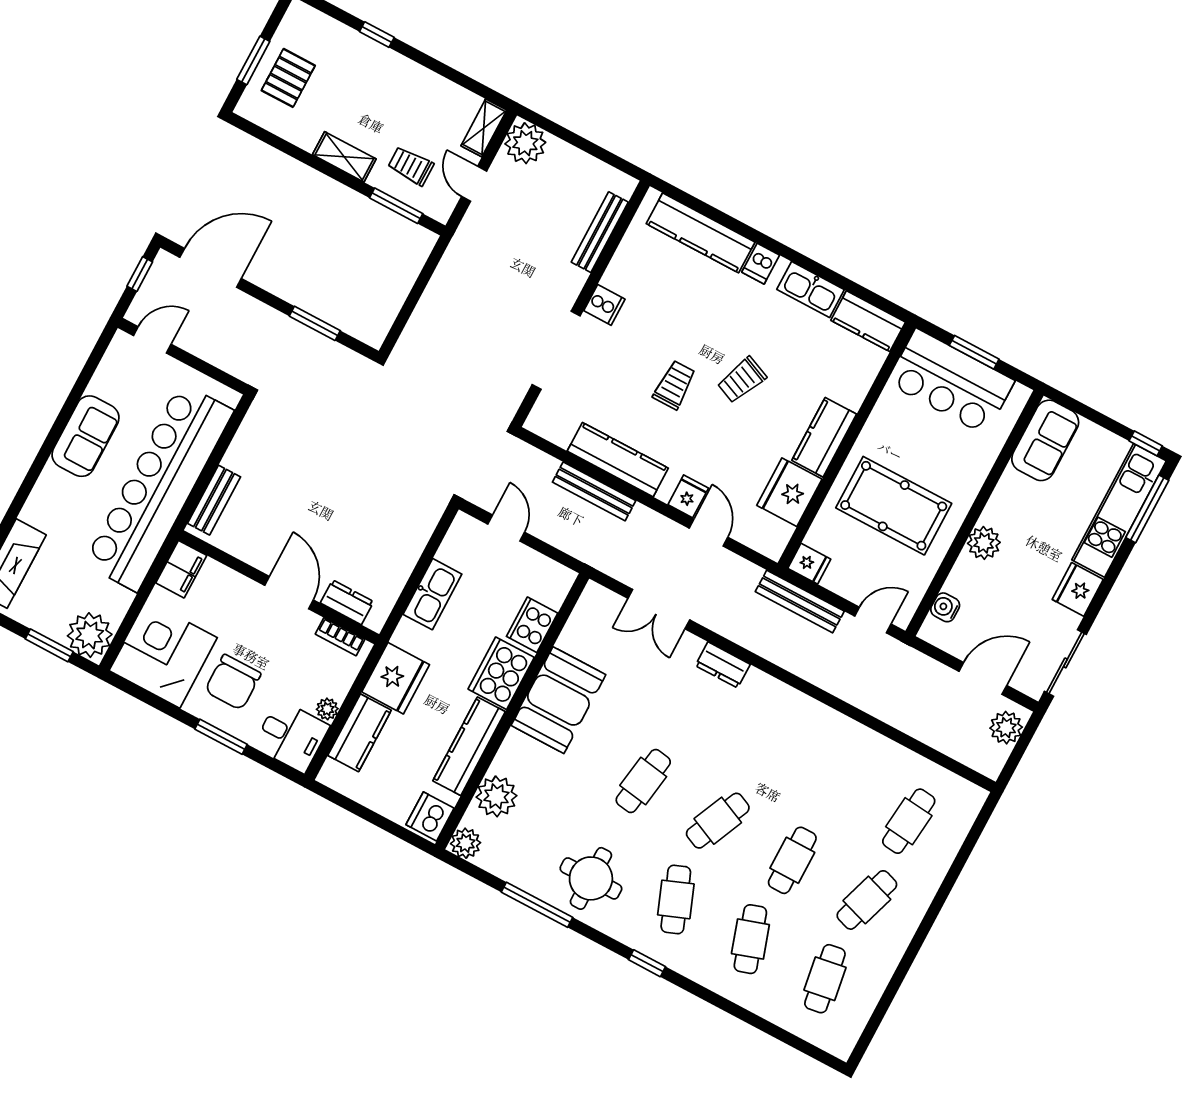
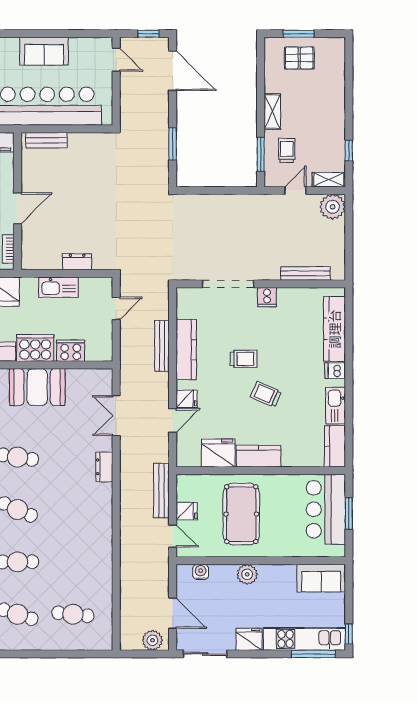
window: (377, 35) -> (349, 150), moved
fridge: (809, 564) -> (187, 511), moved, turned -90
dresser: (347, 602) -> (77, 262), moved, turned -90

